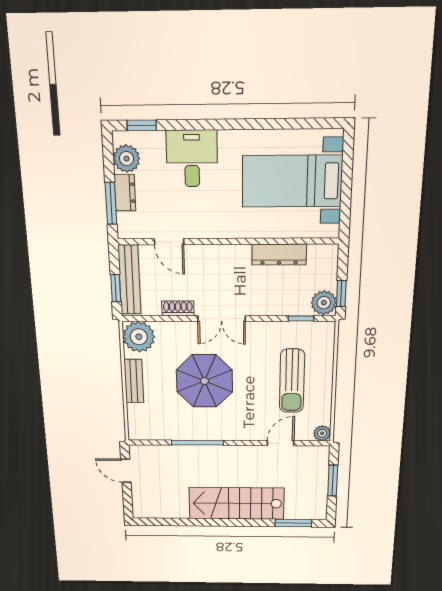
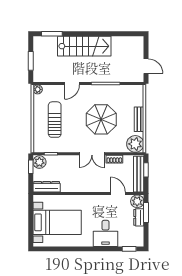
plant: (126, 159) -> (137, 201), moved
dresser: (279, 255) -> (47, 187), moved
double door: (222, 319) -> (92, 154), swing flipped
door: (281, 443) -> (72, 83), moved

